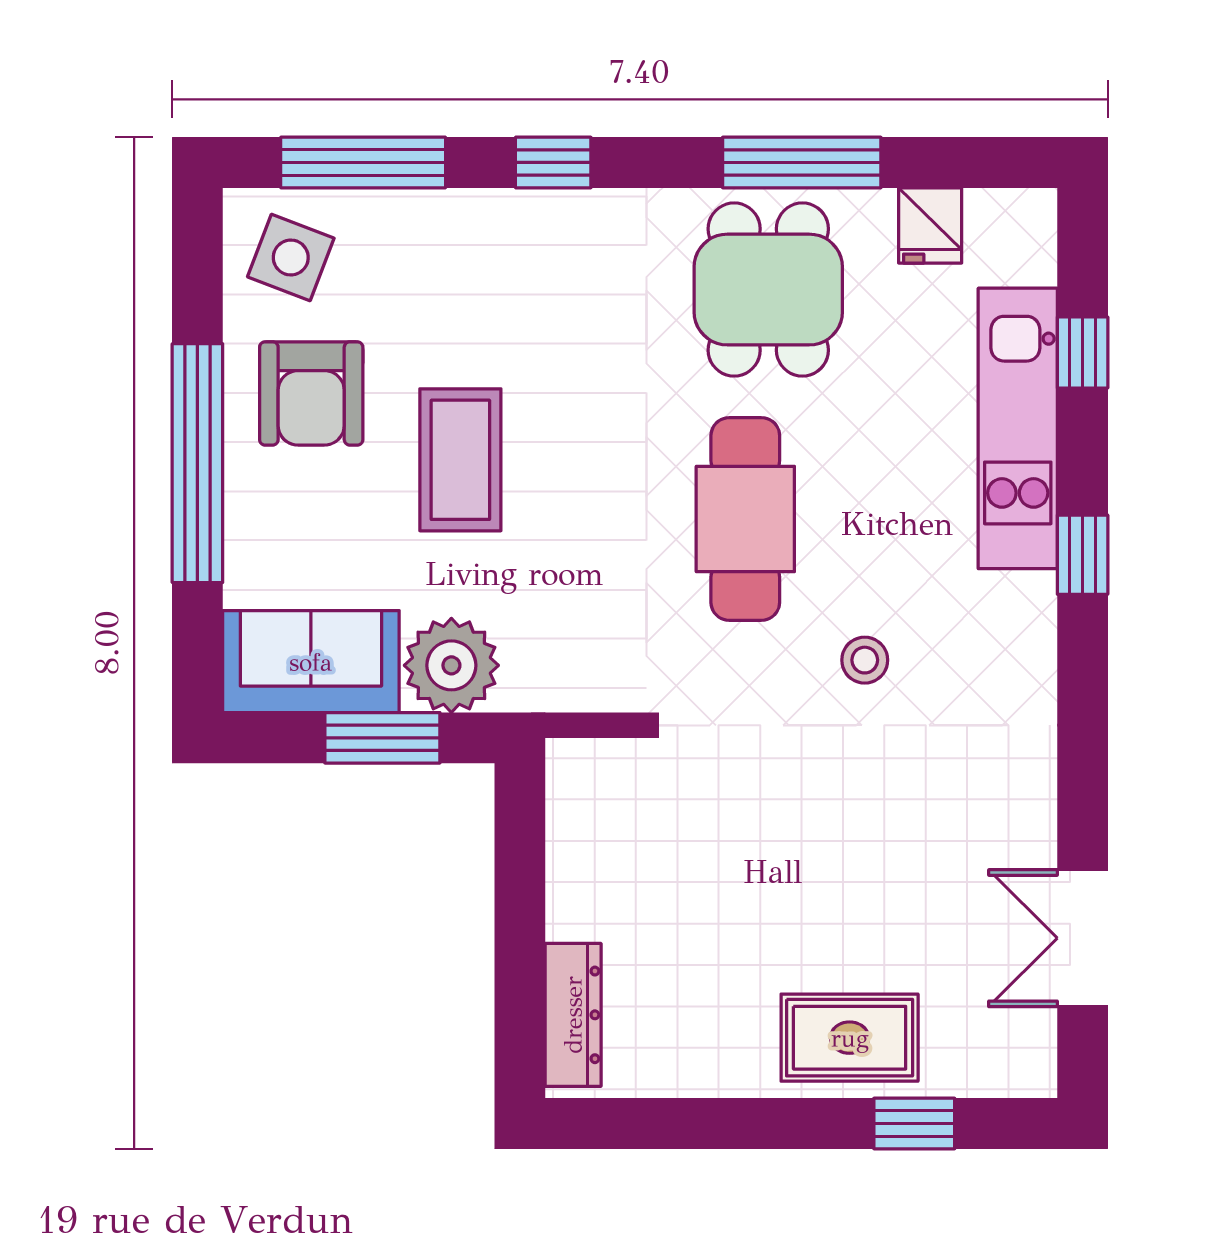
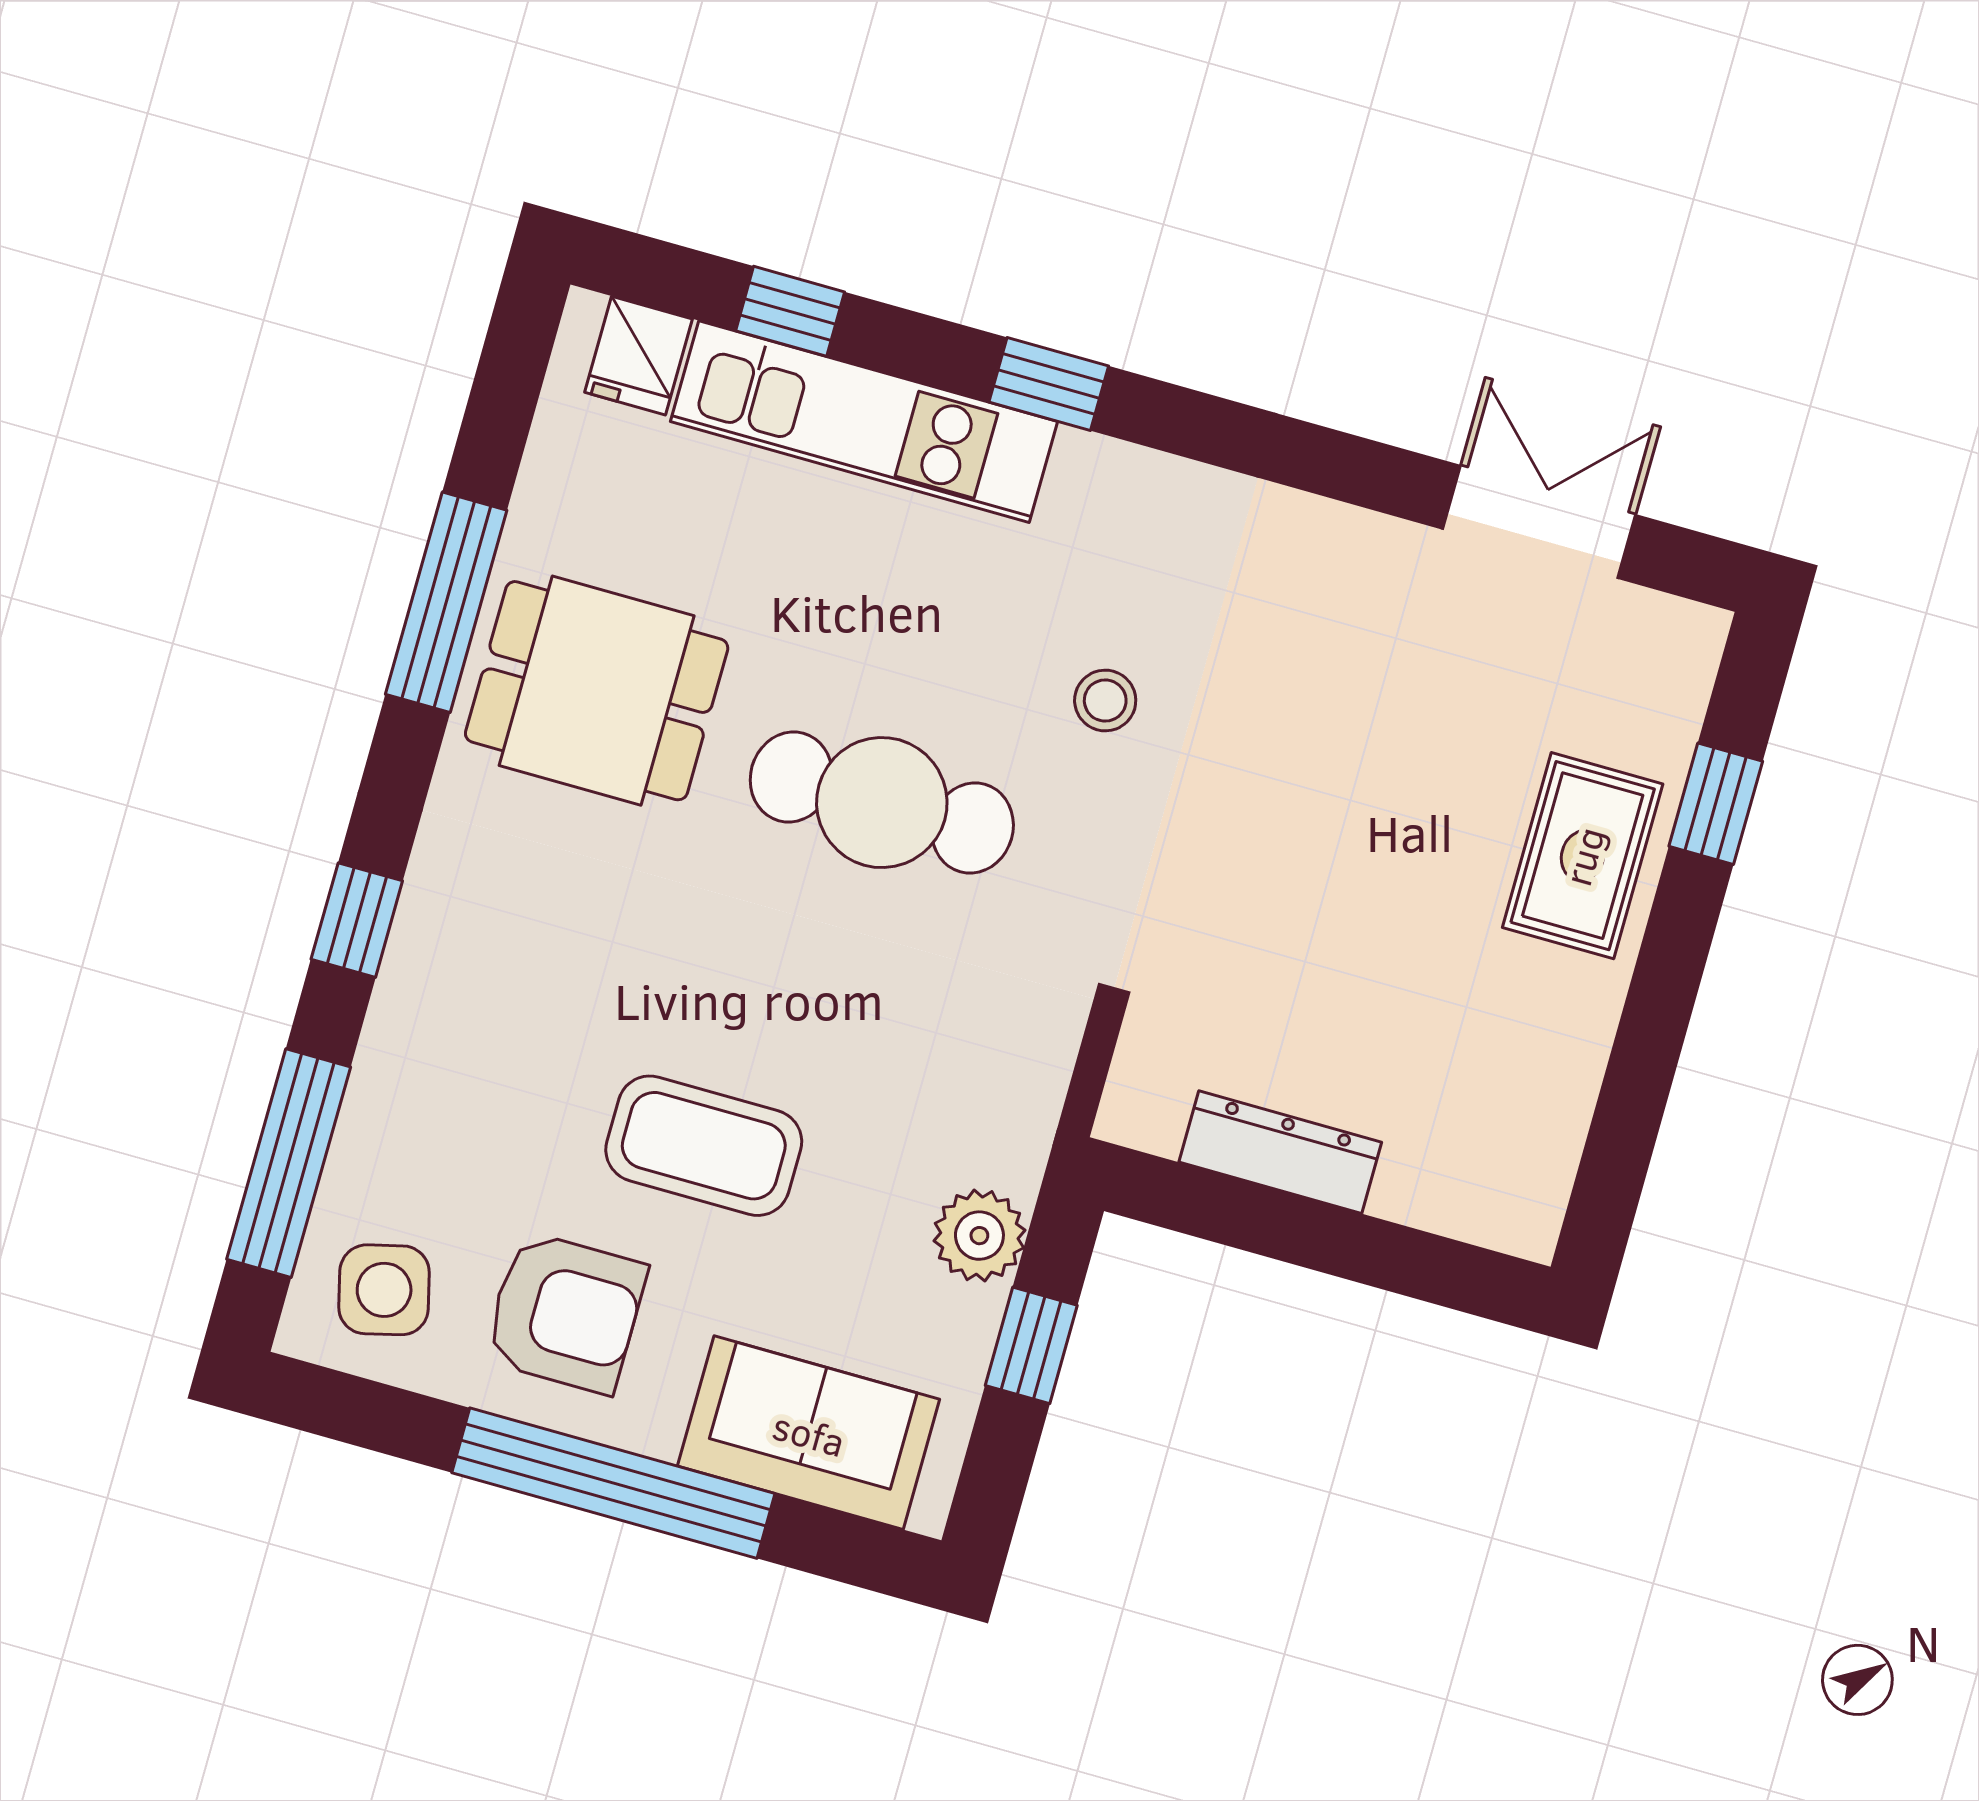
fridge: (930, 225) -> (638, 356), moved, turned 90
side table: (291, 258) -> (384, 1290), turned -35
sofa: (311, 662) -> (809, 1433), moved, turned 90
plant: (451, 665) -> (979, 1236), width x0.73, depth x0.73
window: (382, 738) -> (1031, 1345), width x0.67
double door: (1083, 938) -> (1539, 522), swing flipped
dresser: (573, 1015) -> (1280, 1152), moved

